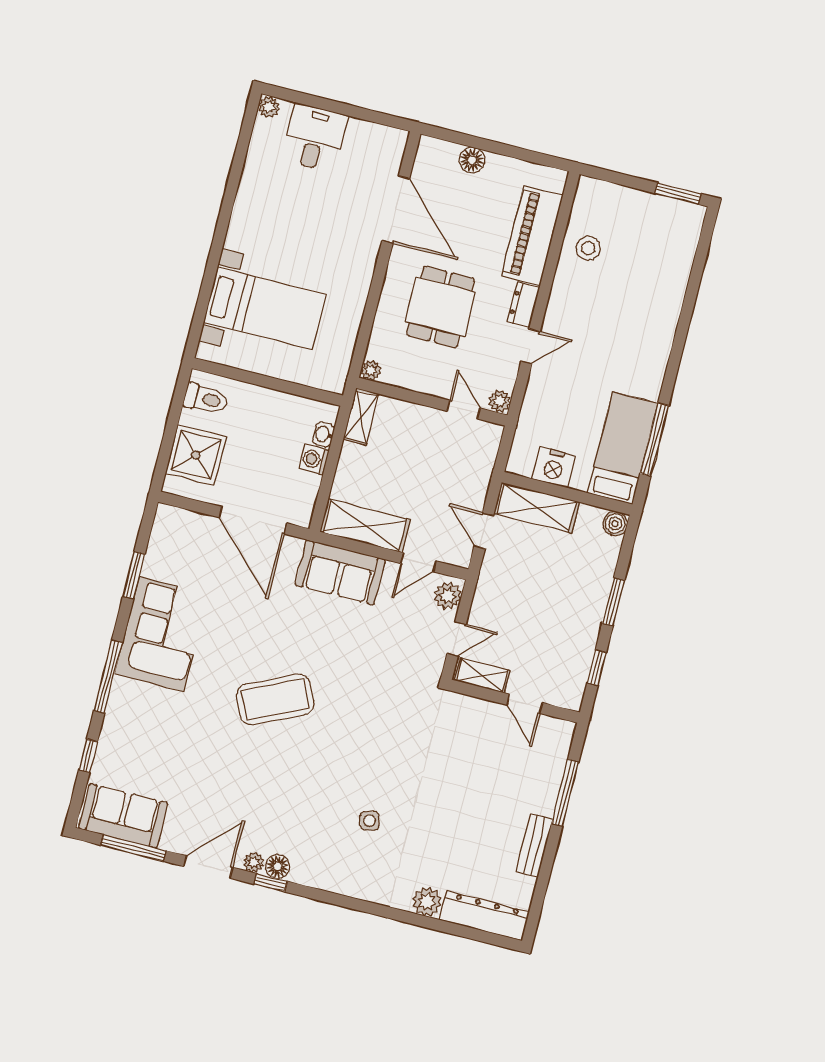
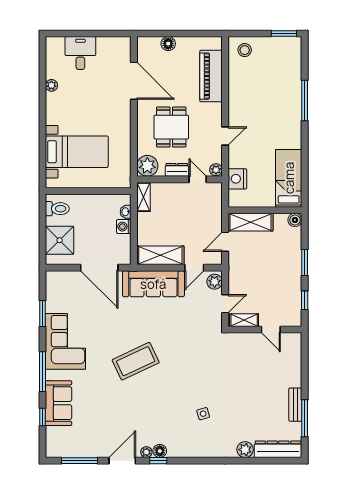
plant: (269, 107) -> (51, 85), moved
stool: (588, 248) -> (245, 50), moved
dresser: (523, 305) -> (177, 170), moved, turned 90
plant: (371, 370) -> (147, 166), width x1.87, depth x1.87
window: (654, 440) -> (305, 101), moved
nightstand: (554, 467) -> (237, 179), moved, turned 90
door: (484, 531) -> (225, 242), hinge flipped
sofa: (340, 572) -> (153, 284), width x1.36
window: (565, 793) -> (305, 418), moved
sofa: (123, 816) -> (59, 403), moved, turned 90

